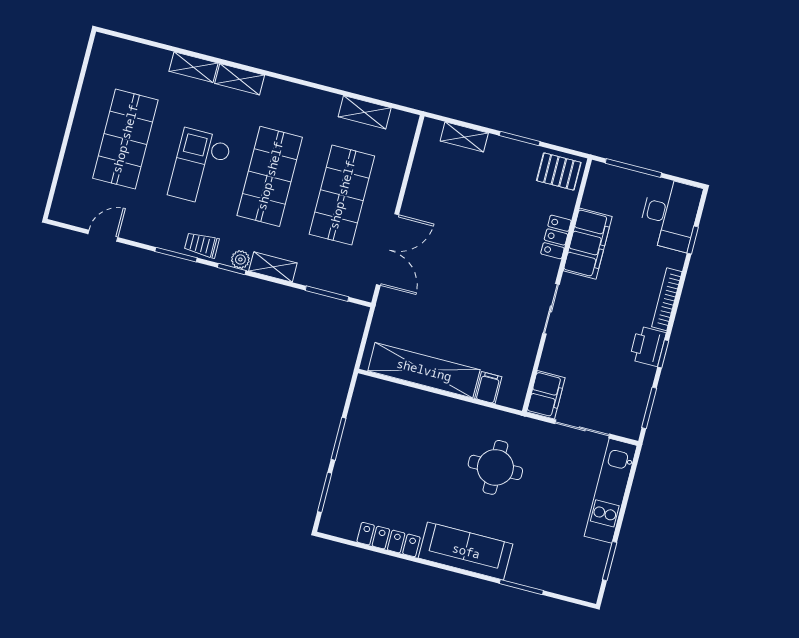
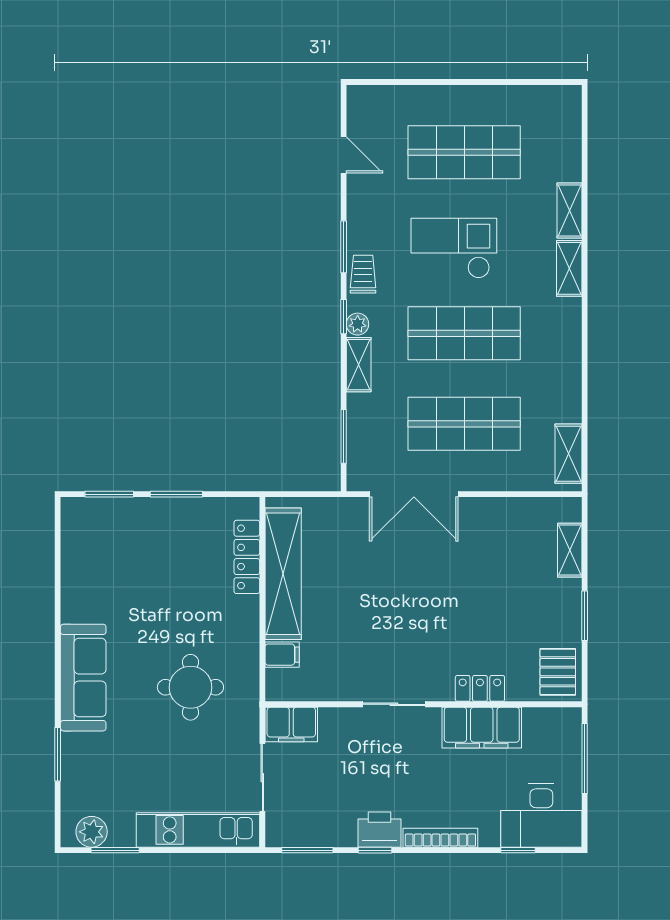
shelving: (365, 112) -> (568, 454), moved
locker: (389, 540) -> (247, 557), moved, turned 180
plant: (590, 576) -> (92, 832), added

